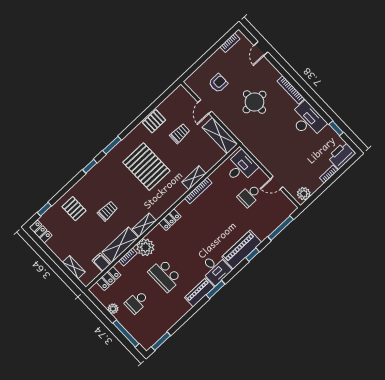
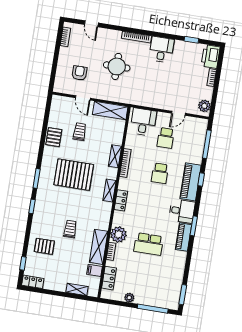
desk: (307, 120) -> (162, 49), width x0.73
shelving: (144, 225) -> (109, 190), moved
school desk: (137, 302) -> (160, 173), moved

